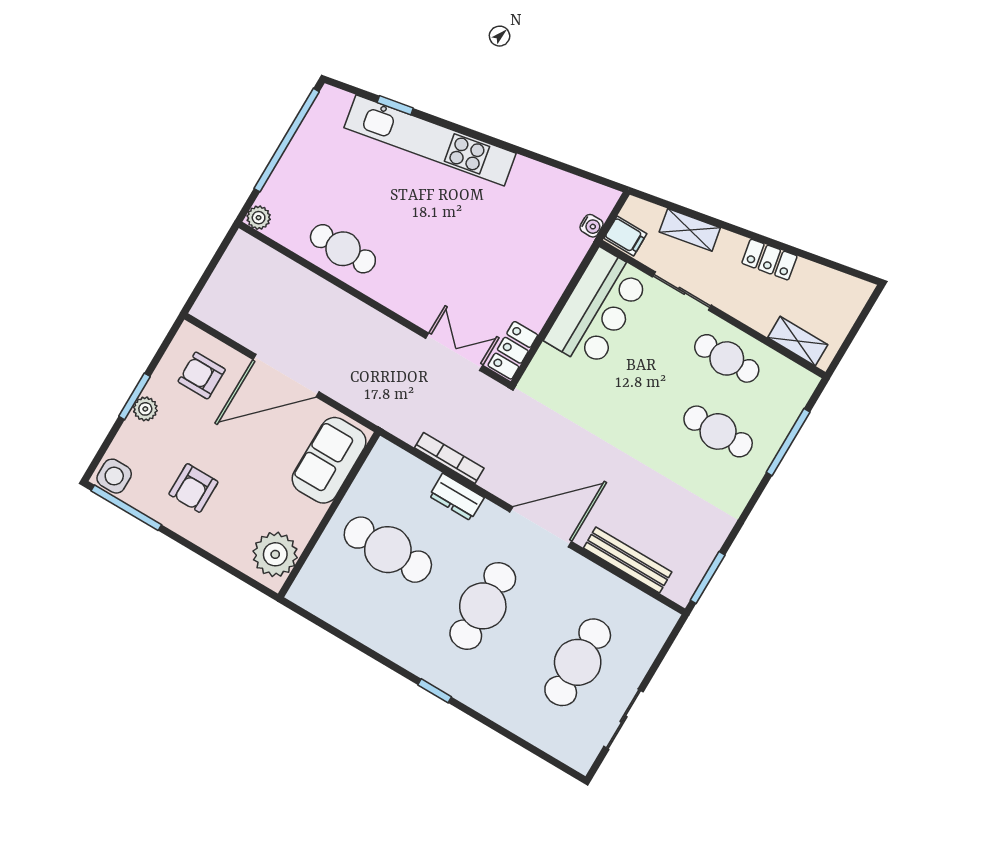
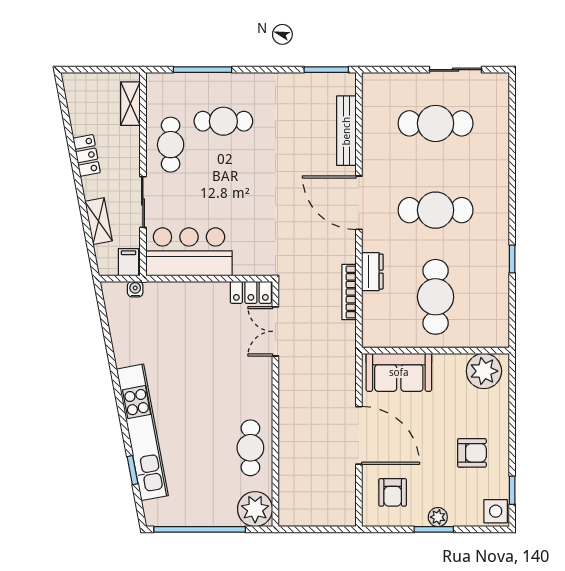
plant: (259, 218) -> (255, 509), width x1.87, depth x1.87
cafe table: (718, 431) -> (223, 121), turned 90
window: (126, 508) -> (512, 490), width x0.46
window: (435, 691) -> (512, 259), moved

